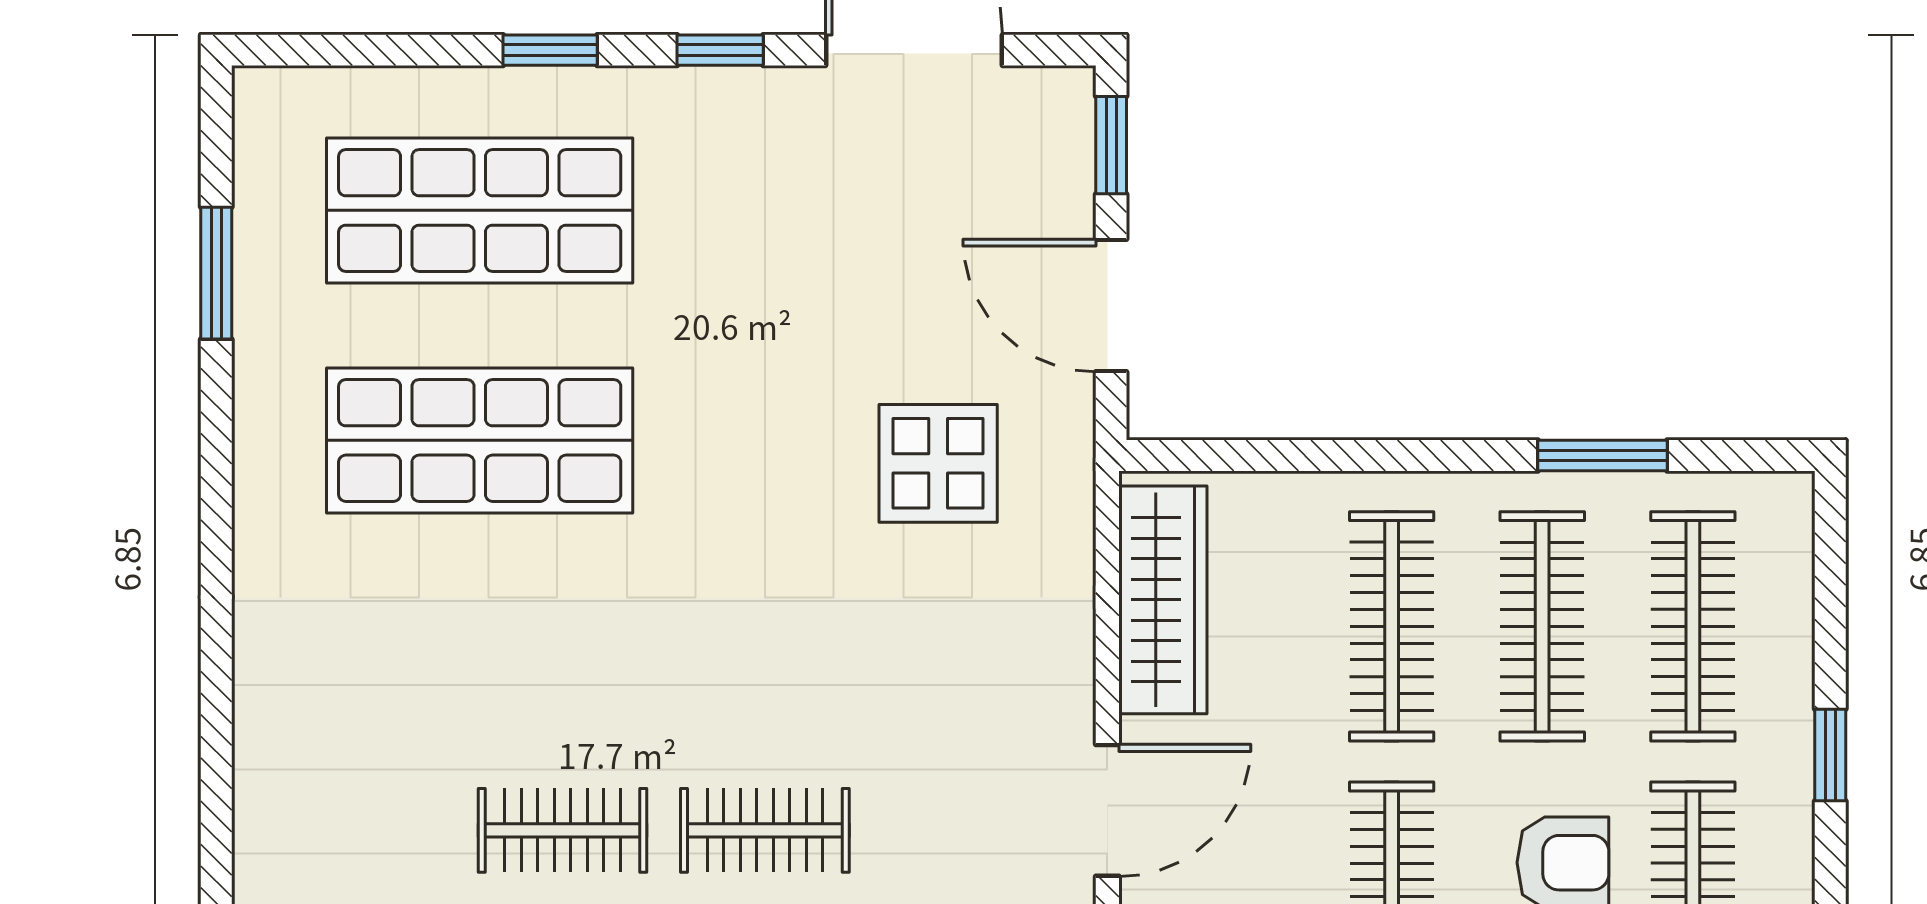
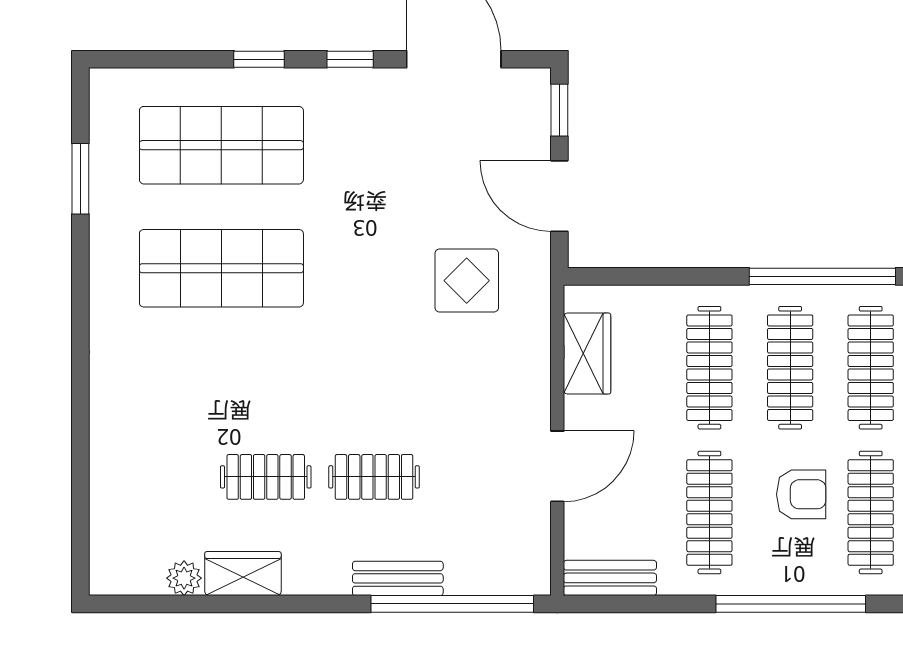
window: (1602, 456) -> (822, 276), width x2.11
wardrobe: (1163, 600) -> (587, 354), width x0.67

